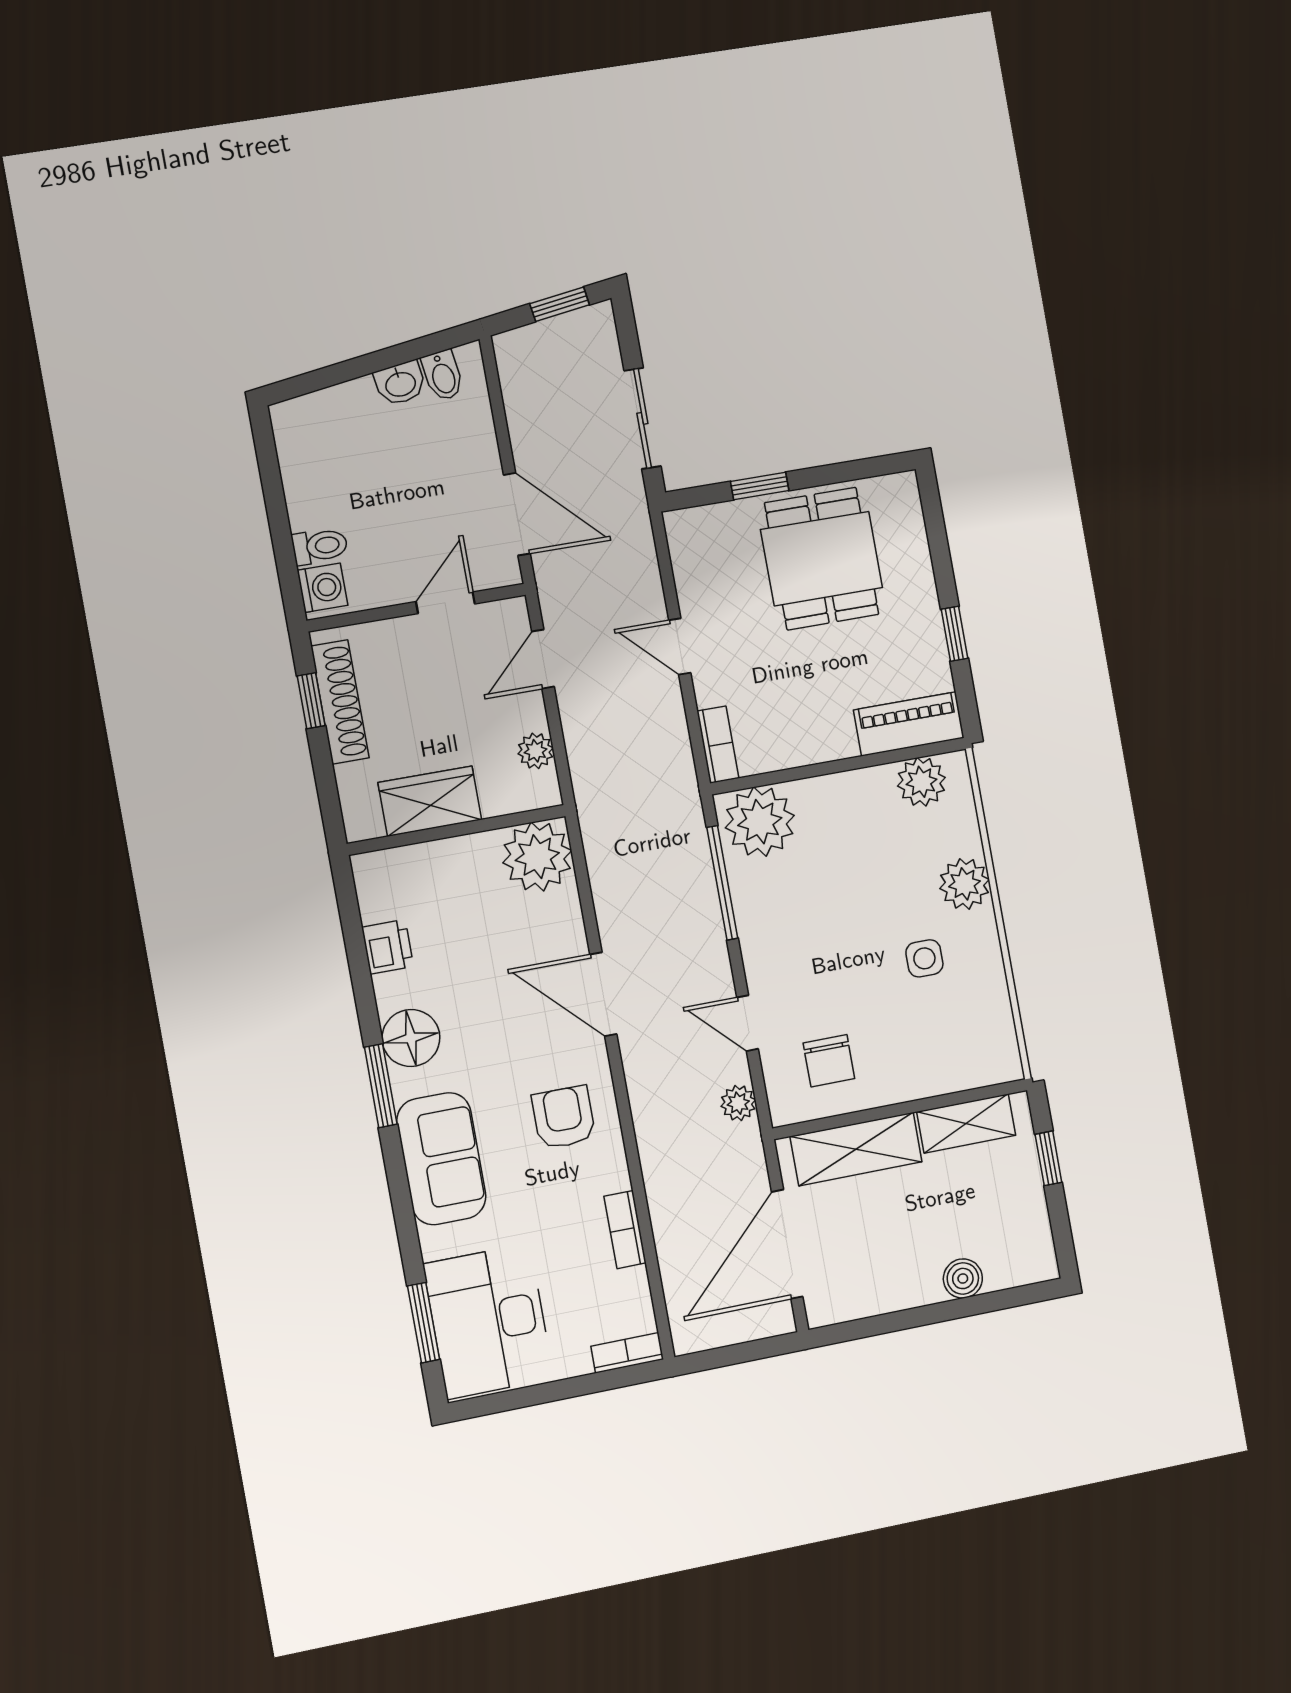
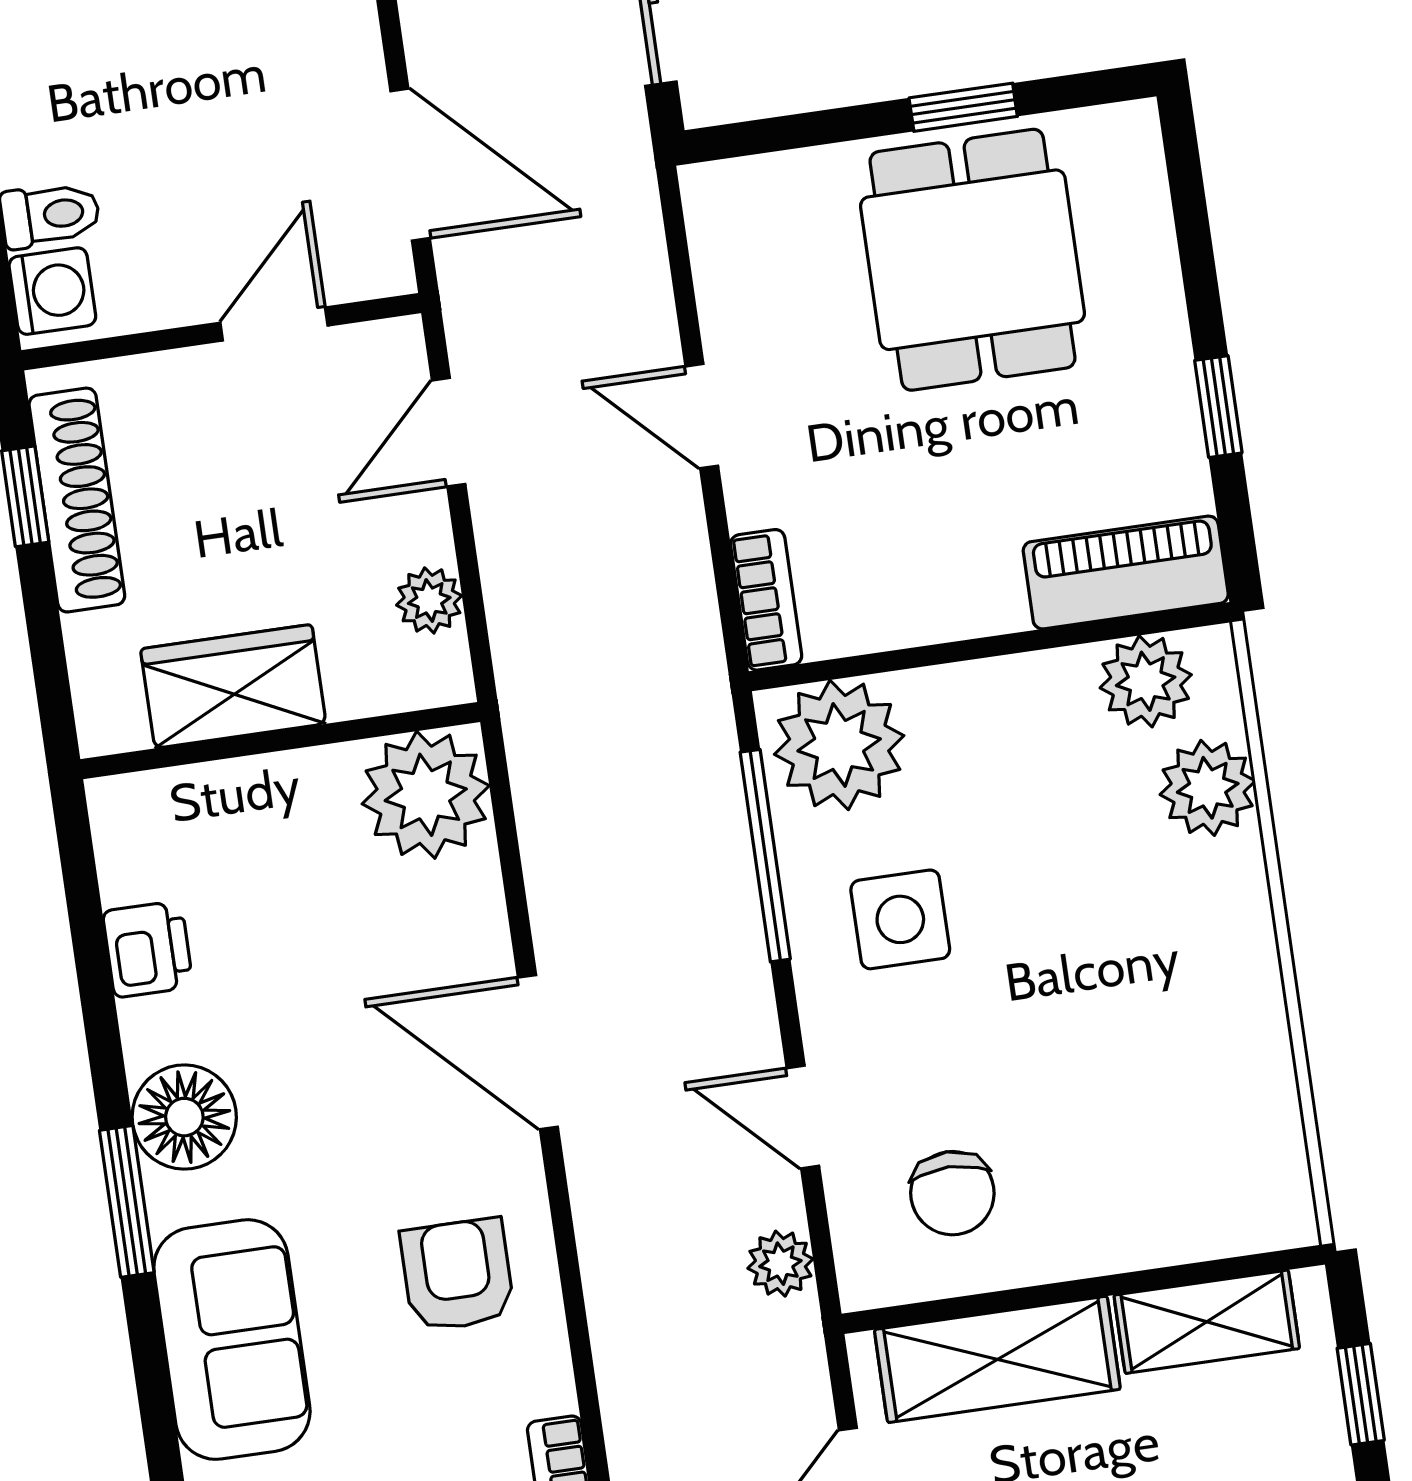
window: (760, 486) -> (963, 107), moved
plant: (965, 884) -> (1208, 788), moved
side table: (924, 958) -> (900, 919), moved, width x1.37, depth x1.37

